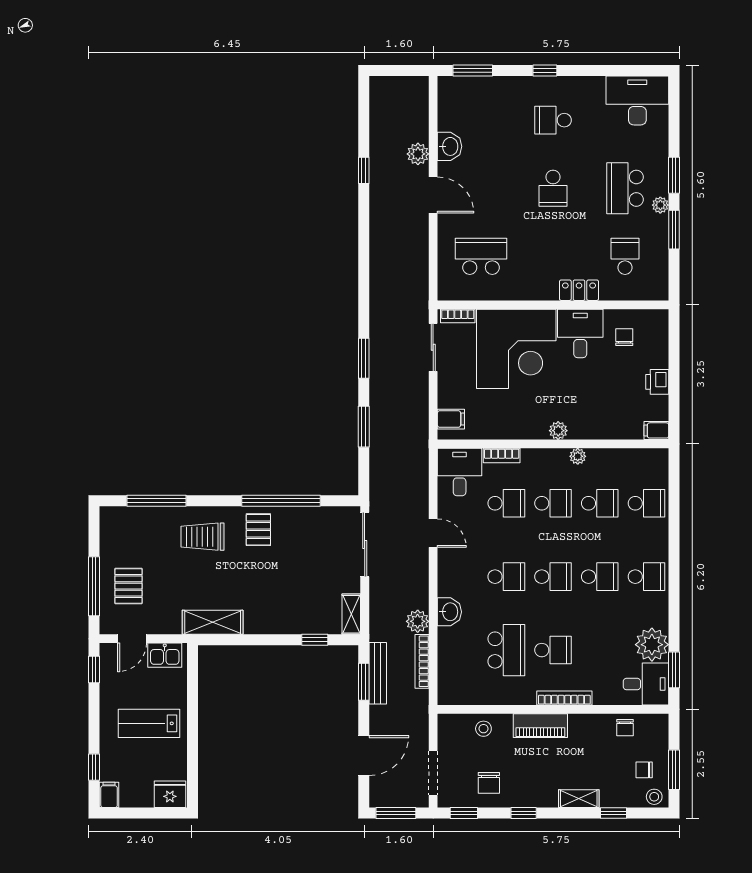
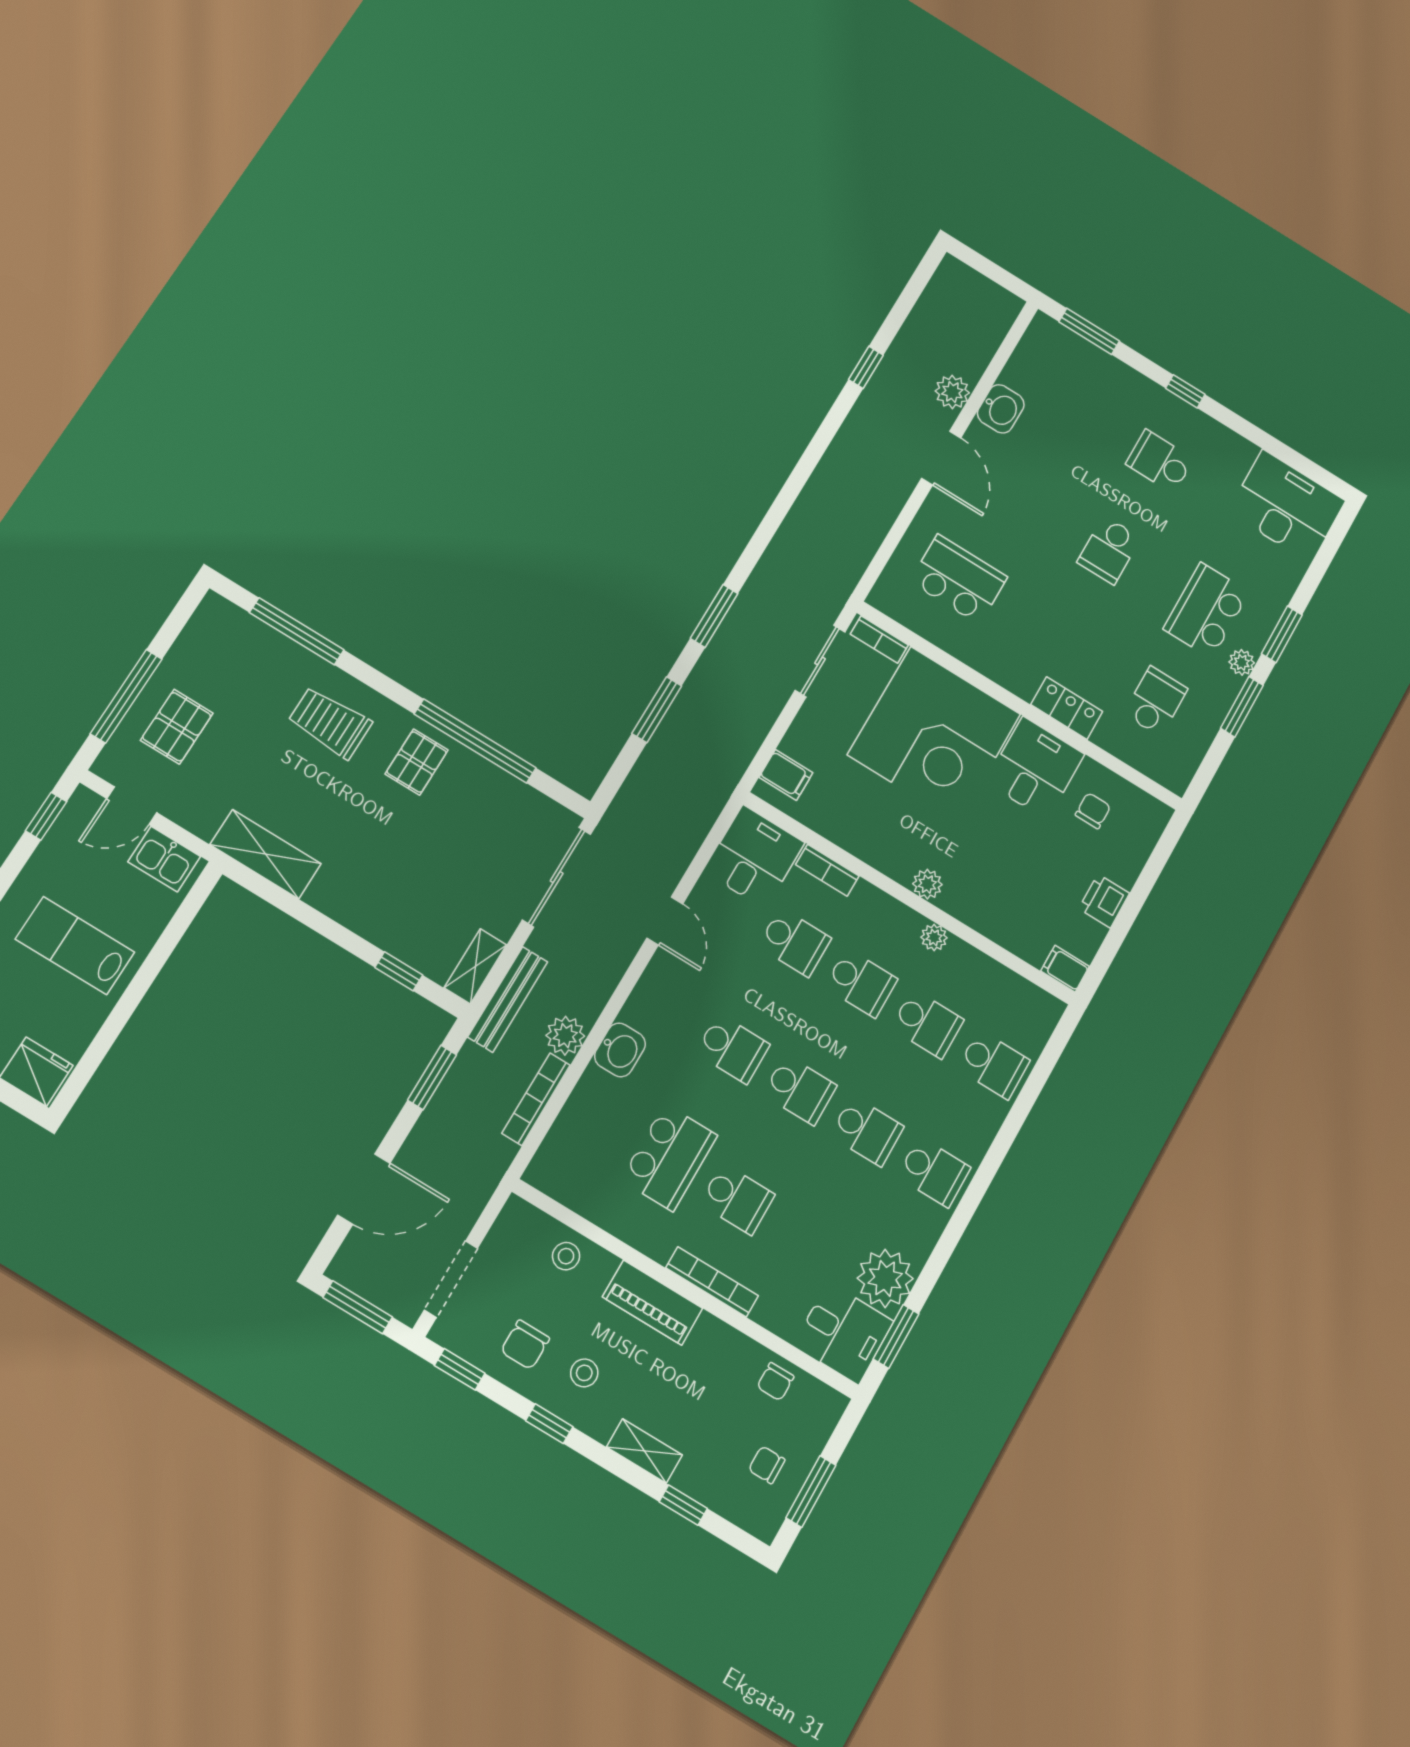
bench: (378, 673) -> (508, 999), moved
stool: (654, 797) -> (584, 1373), moved

